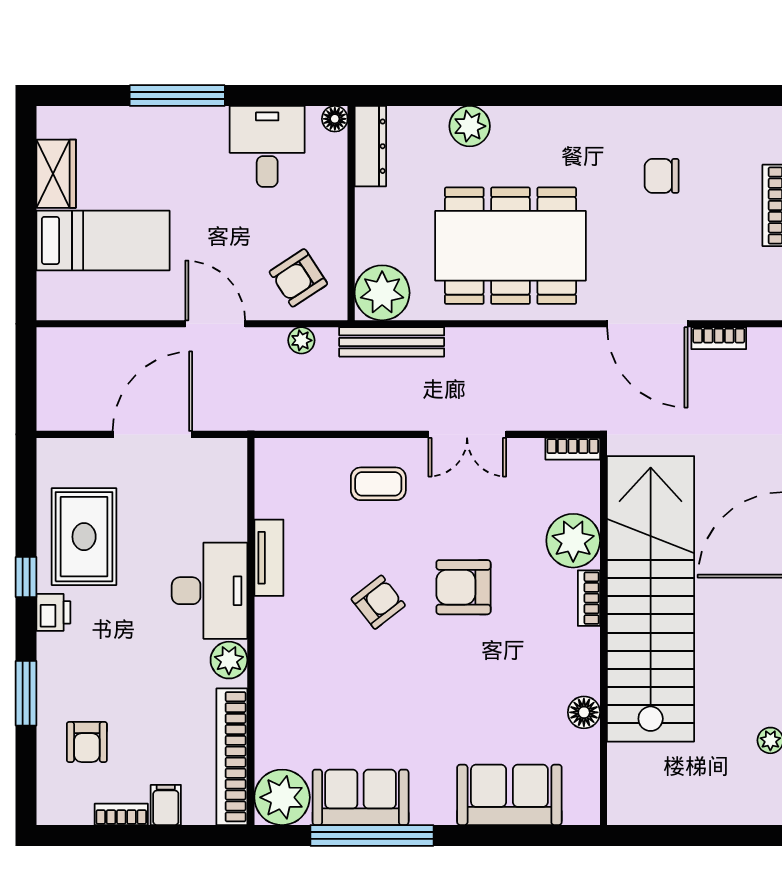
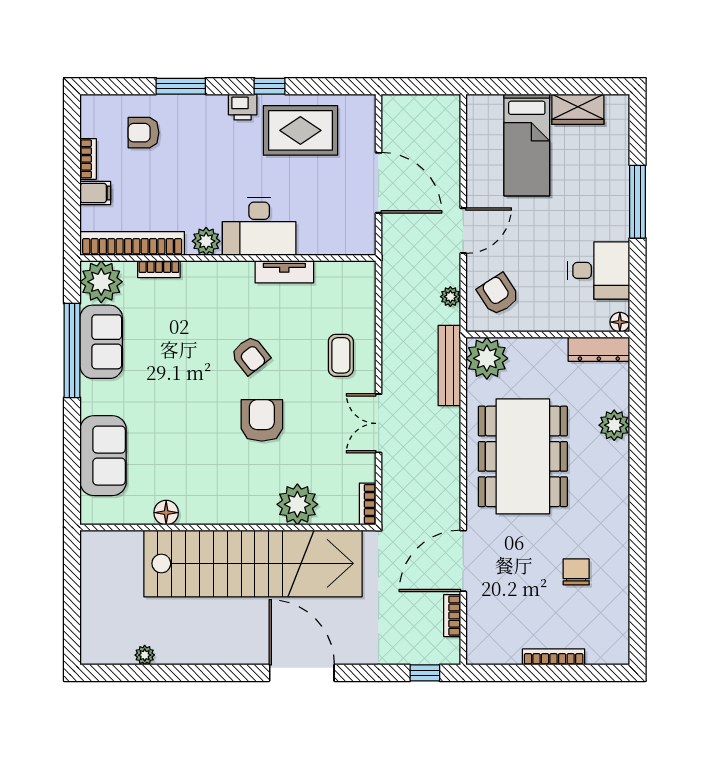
bookcase: (589, 598) -> (159, 269), moved, turned 180

